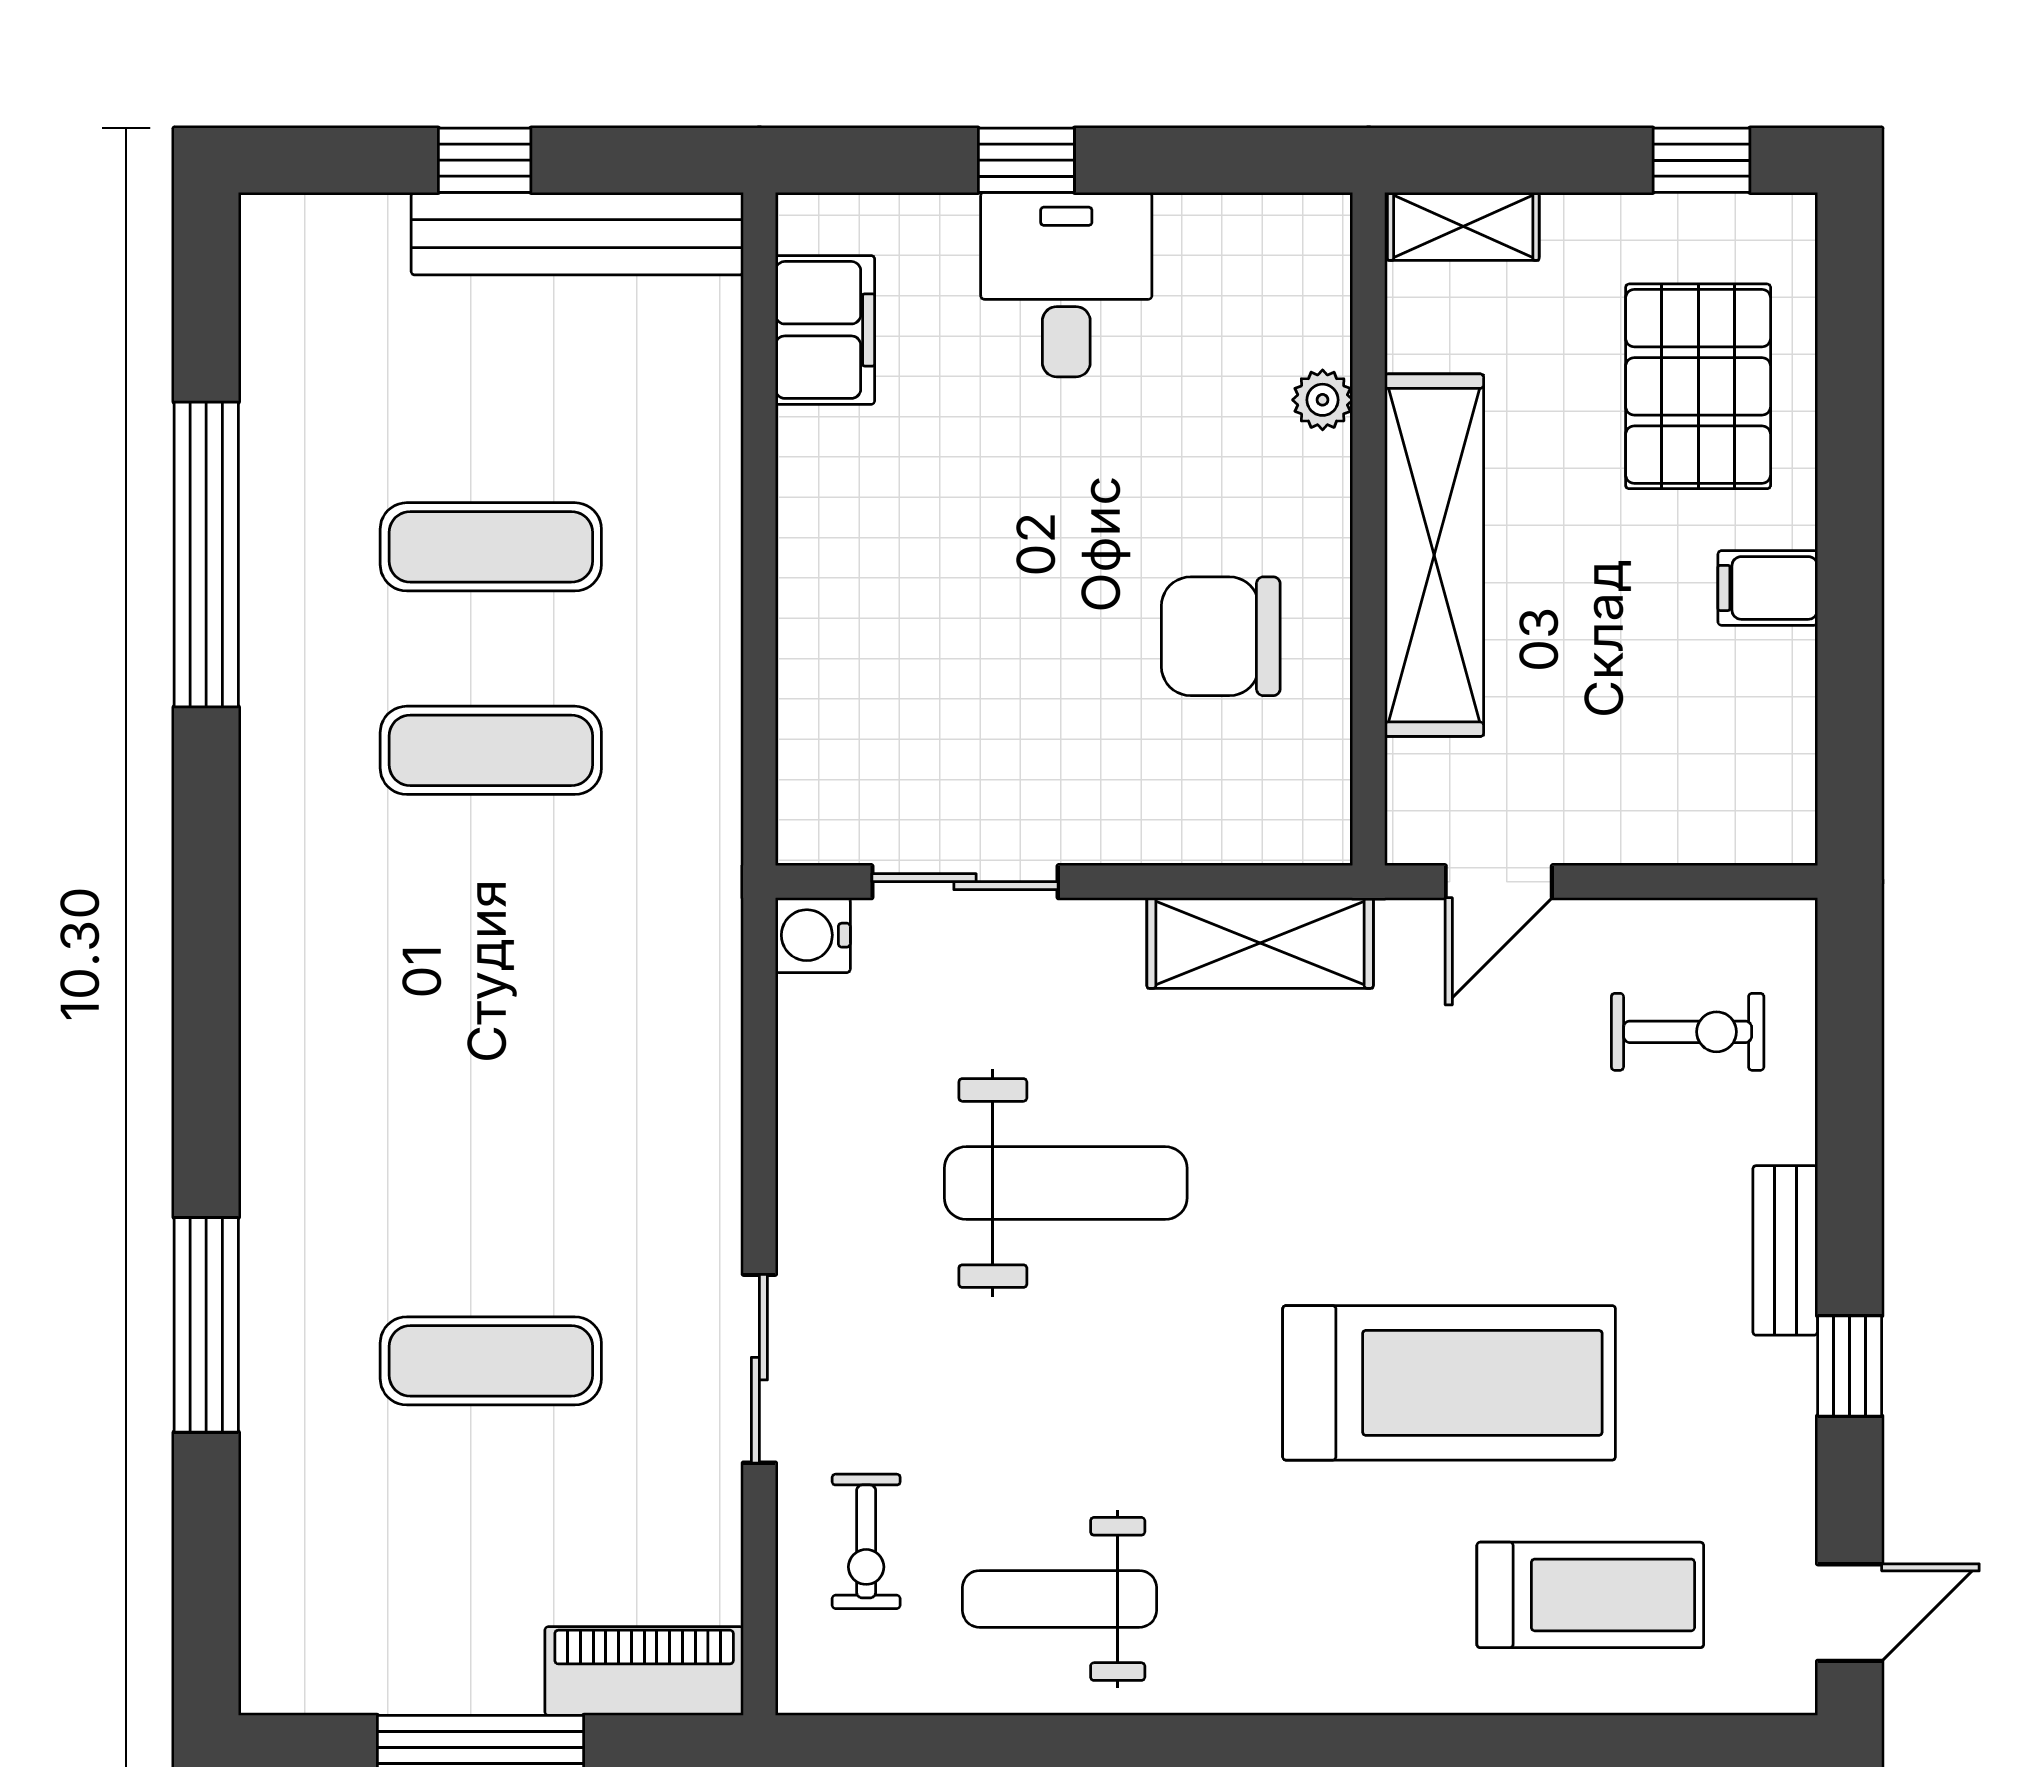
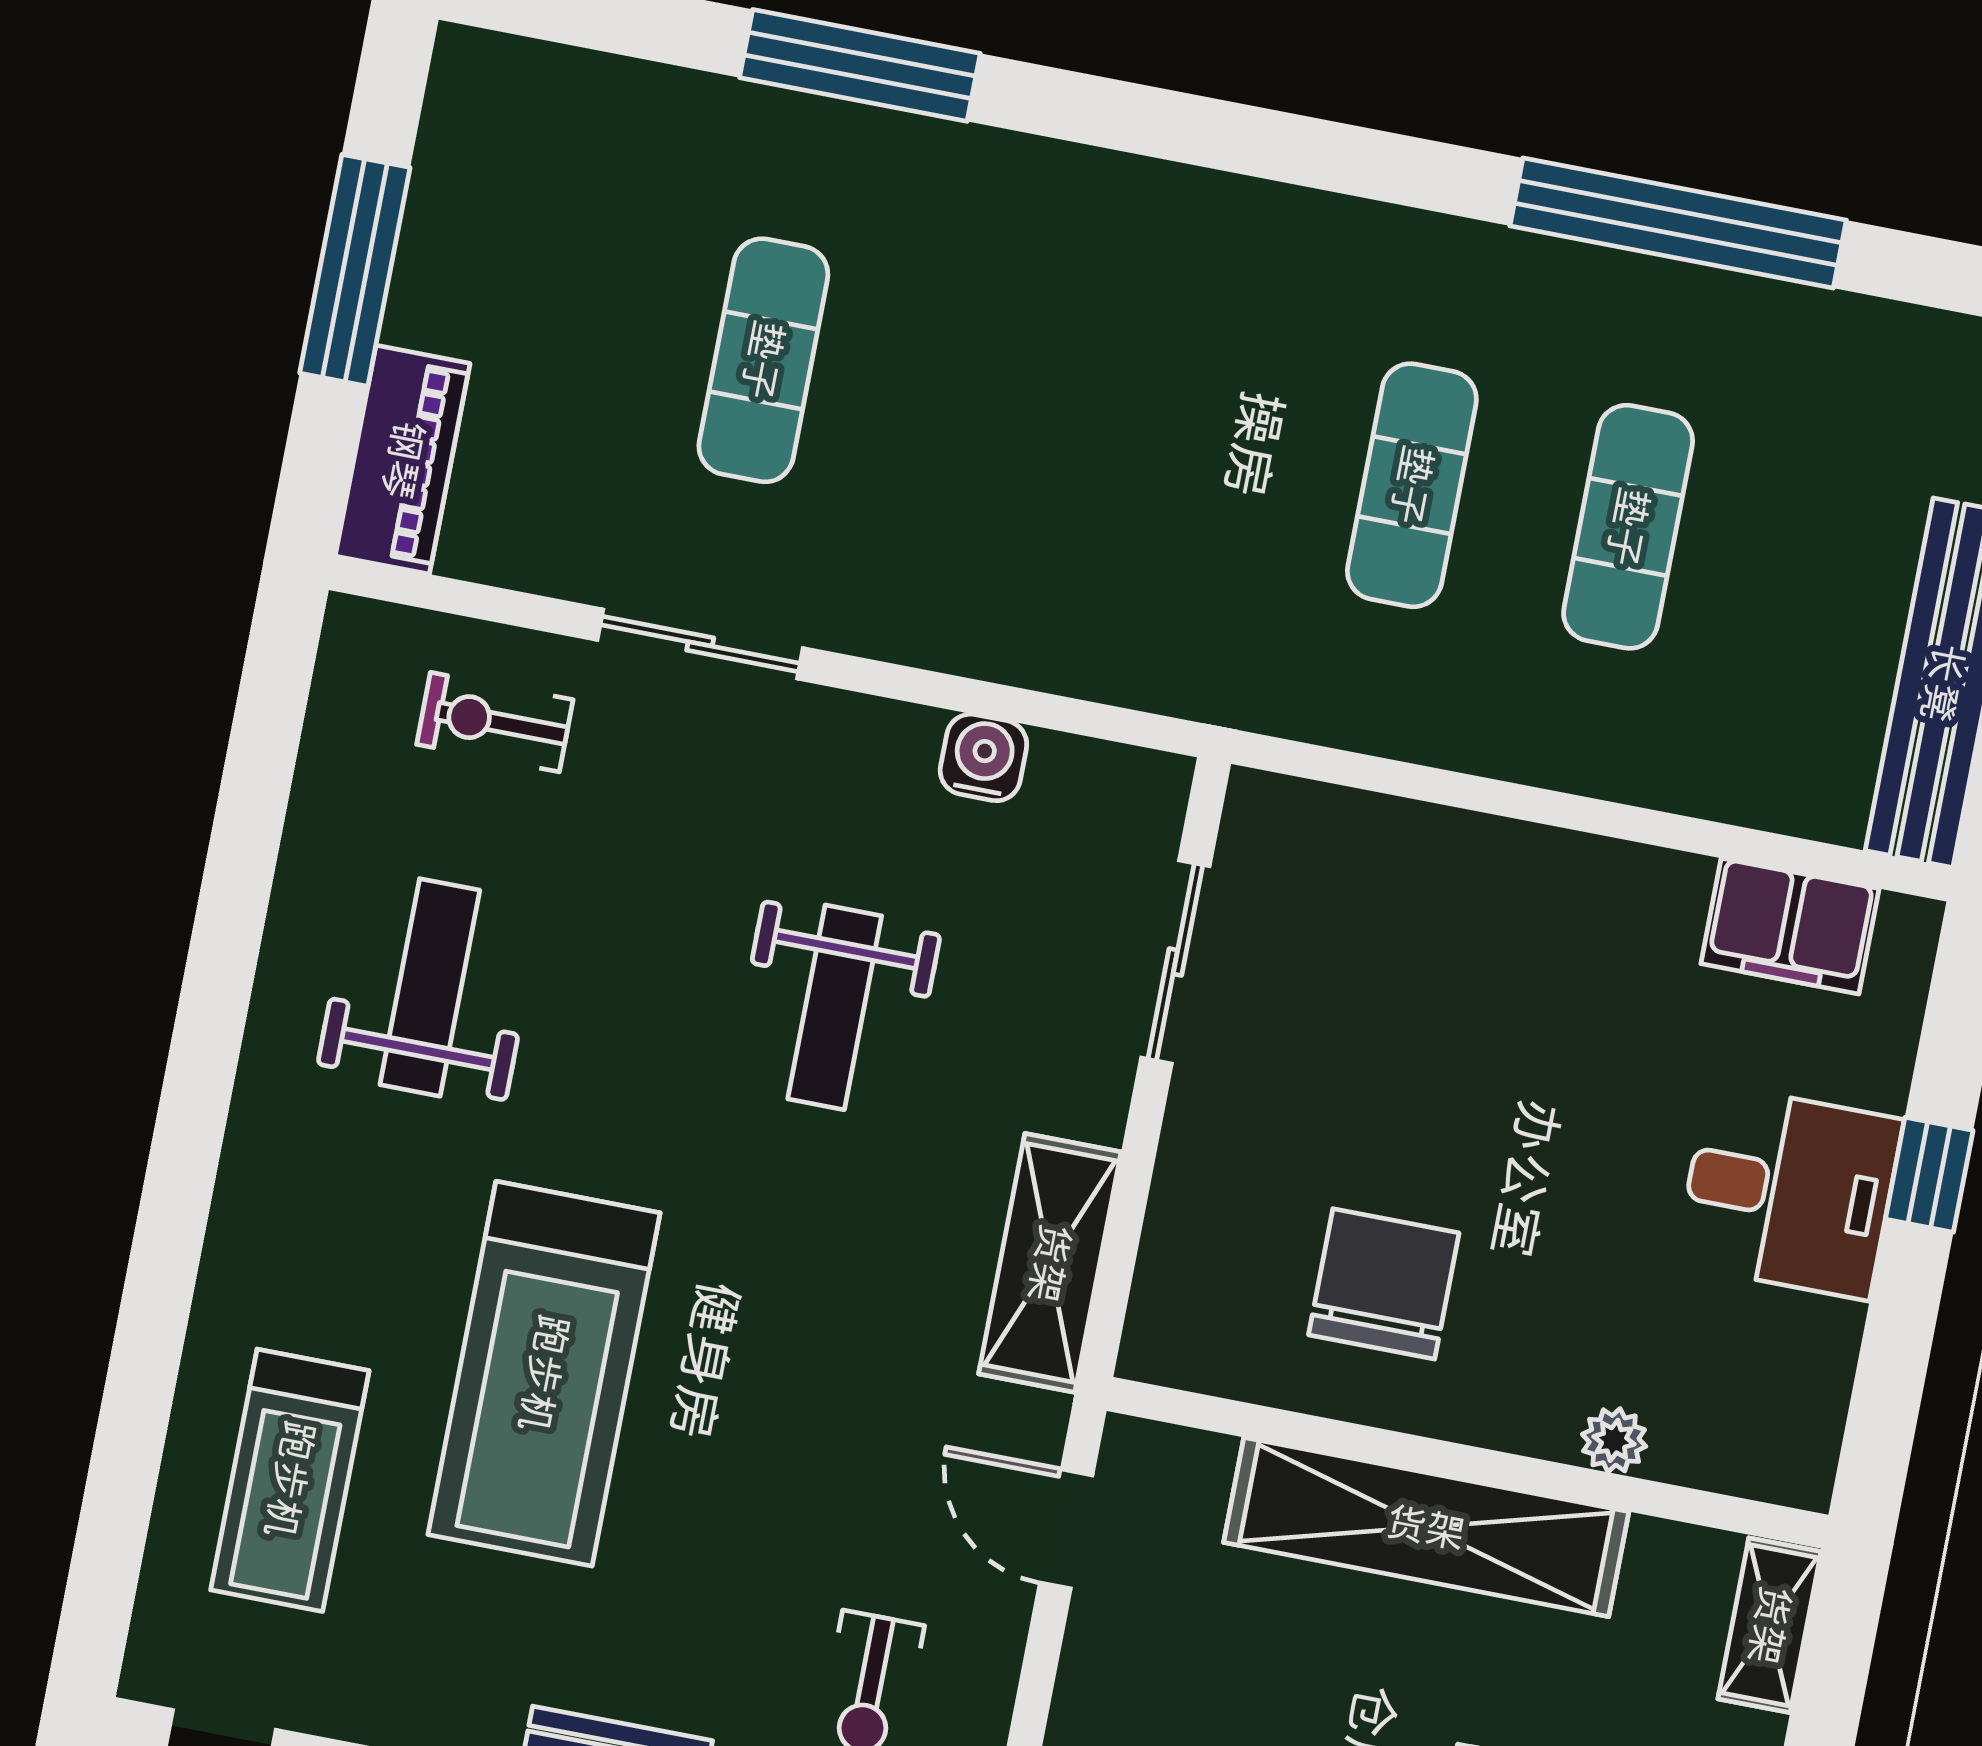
water cooler: (813, 935) -> (983, 757), moved
weight bench: (1066, 1183) -> (835, 1007), width x0.73, depth x0.75
weight bench: (1059, 1599) -> (430, 987), moved

